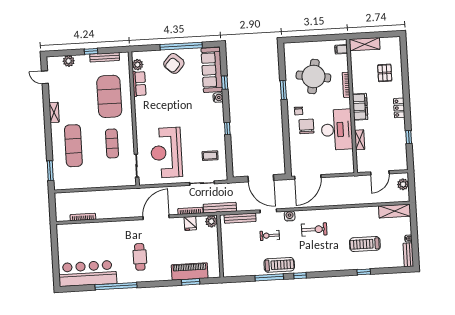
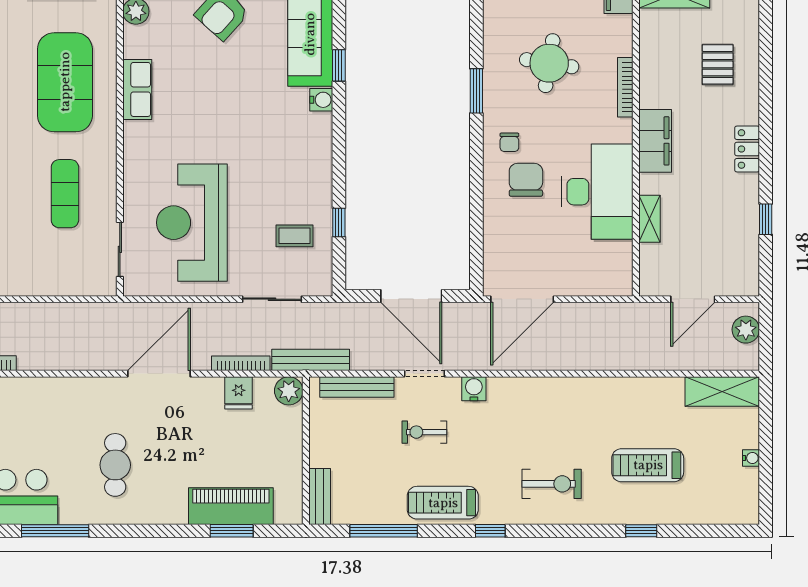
round table: (313, 76) -> (549, 63), width x0.73, depth x0.73
row of seats: (139, 84) -> (137, 89), moved
window: (227, 128) -> (339, 222), moved
exercise bike: (314, 229) -> (552, 484), moved
bench: (408, 255) -> (320, 496), moved
treadmill: (279, 265) -> (443, 503), turned 180
window: (269, 277) -> (384, 531), moved
window: (116, 286) -> (55, 531), width x0.68

